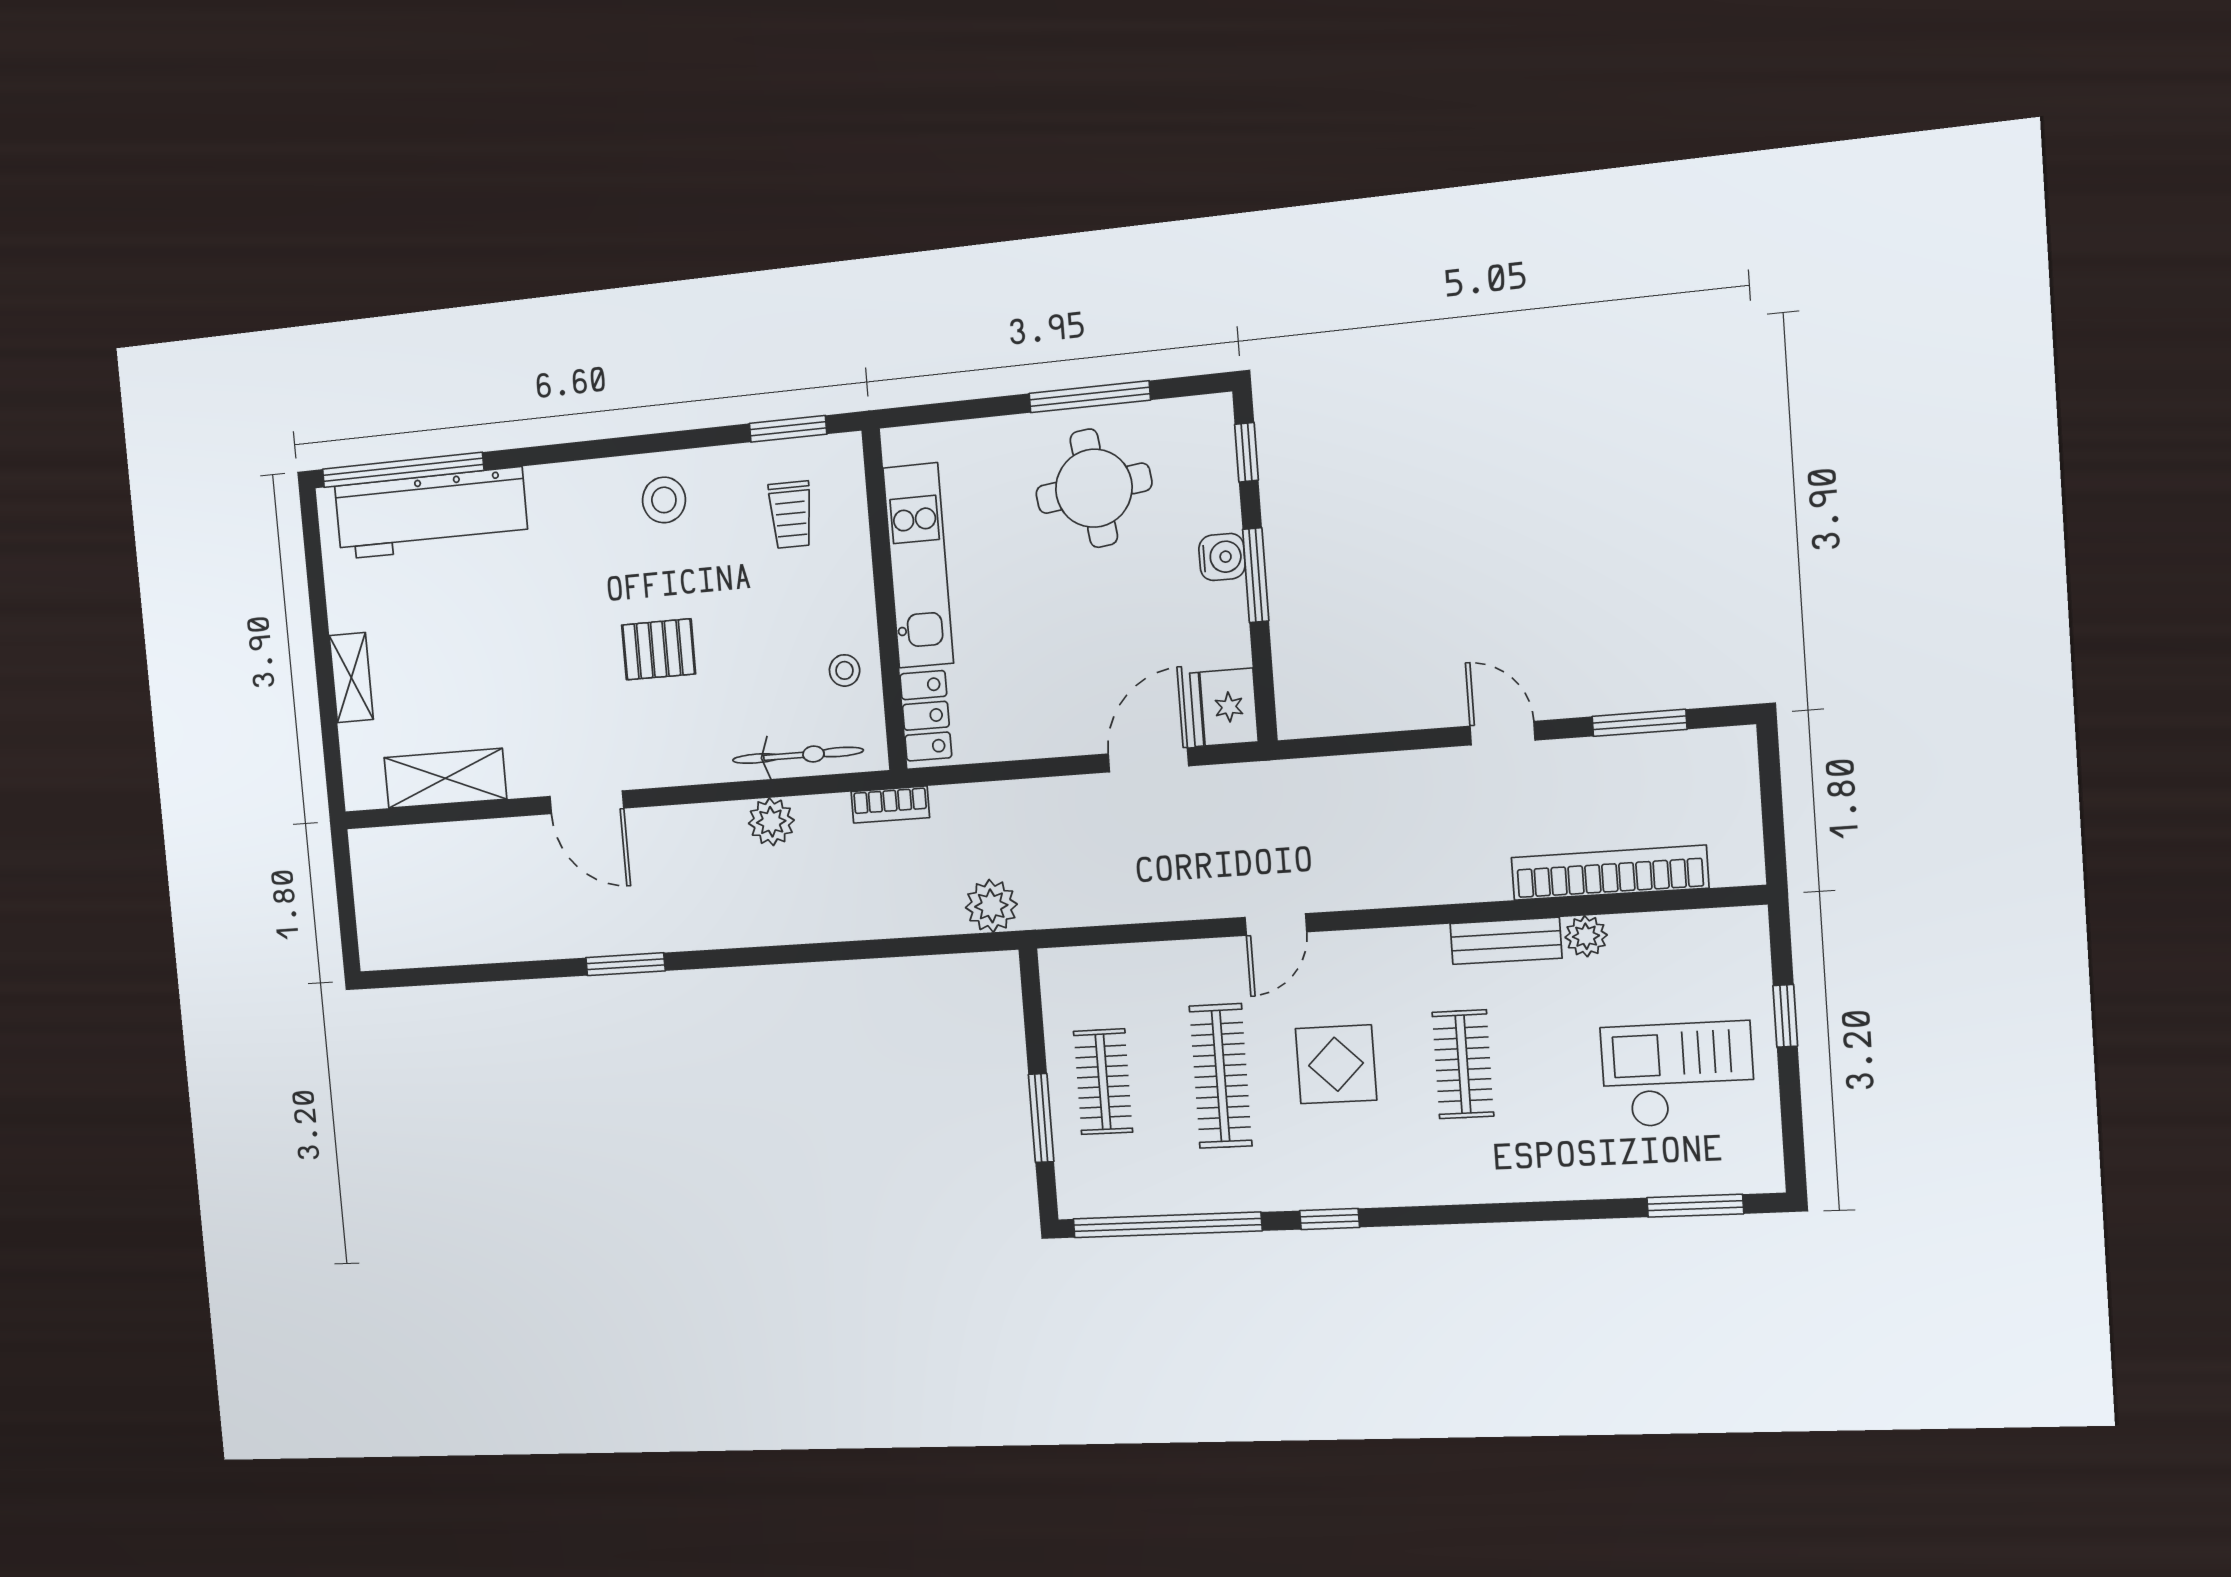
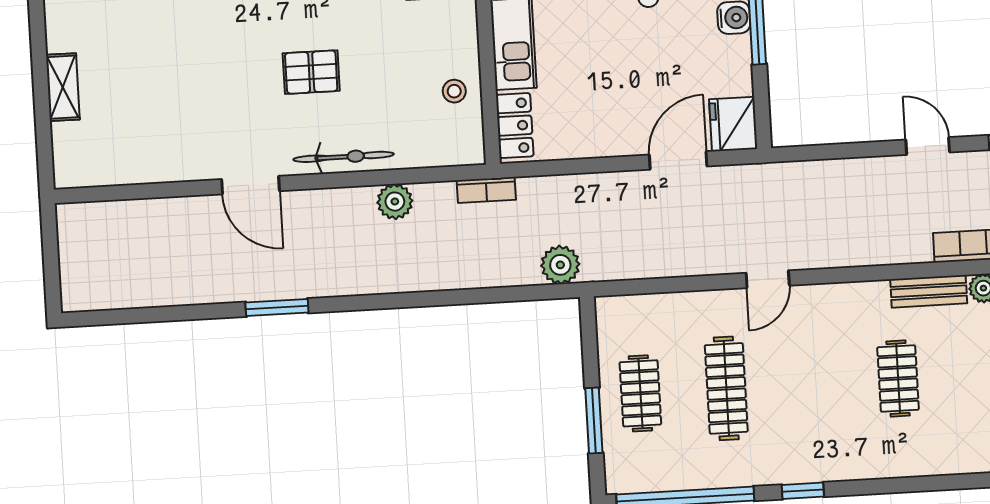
bicycle: (798, 755) -> (344, 157), moved
shelving: (445, 778) -> (137, 165), removed
display table: (1336, 1064) -> (809, 379), removed

